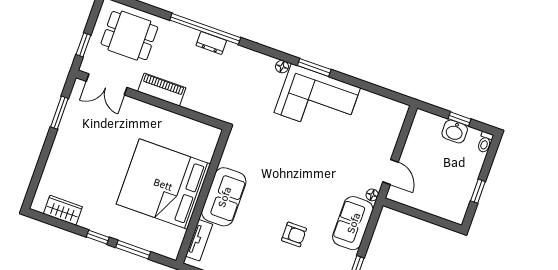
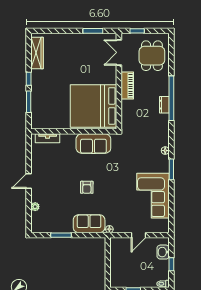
corner sofa: (317, 100) -> (153, 196), moved
washbasin: (455, 131) -> (163, 252), moved
door: (390, 172) -> (139, 235), moved
bed: (163, 184) -> (93, 106), moved, turned -90
sofa: (224, 197) -> (93, 144), moved
wardrobe: (63, 210) -> (37, 53), width x1.50
armchair: (294, 234) -> (87, 187), moved

